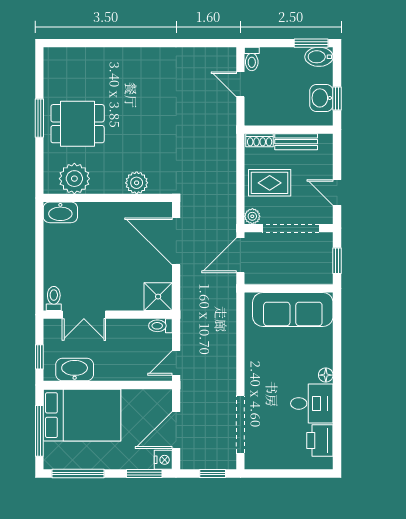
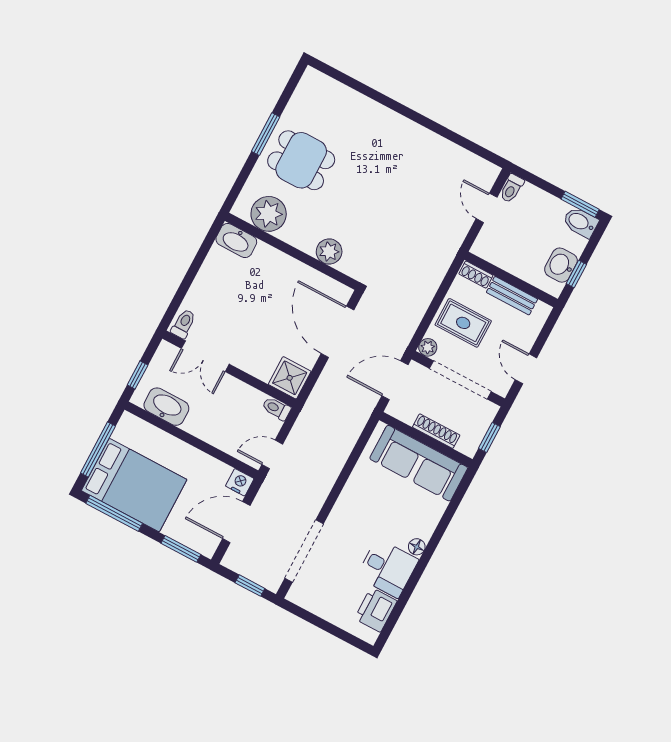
shoe rack: (293, 278) -> (436, 431), added
bed: (82, 415) -> (134, 485), moved
nightstand: (163, 460) -> (240, 482), moved, turned -90

